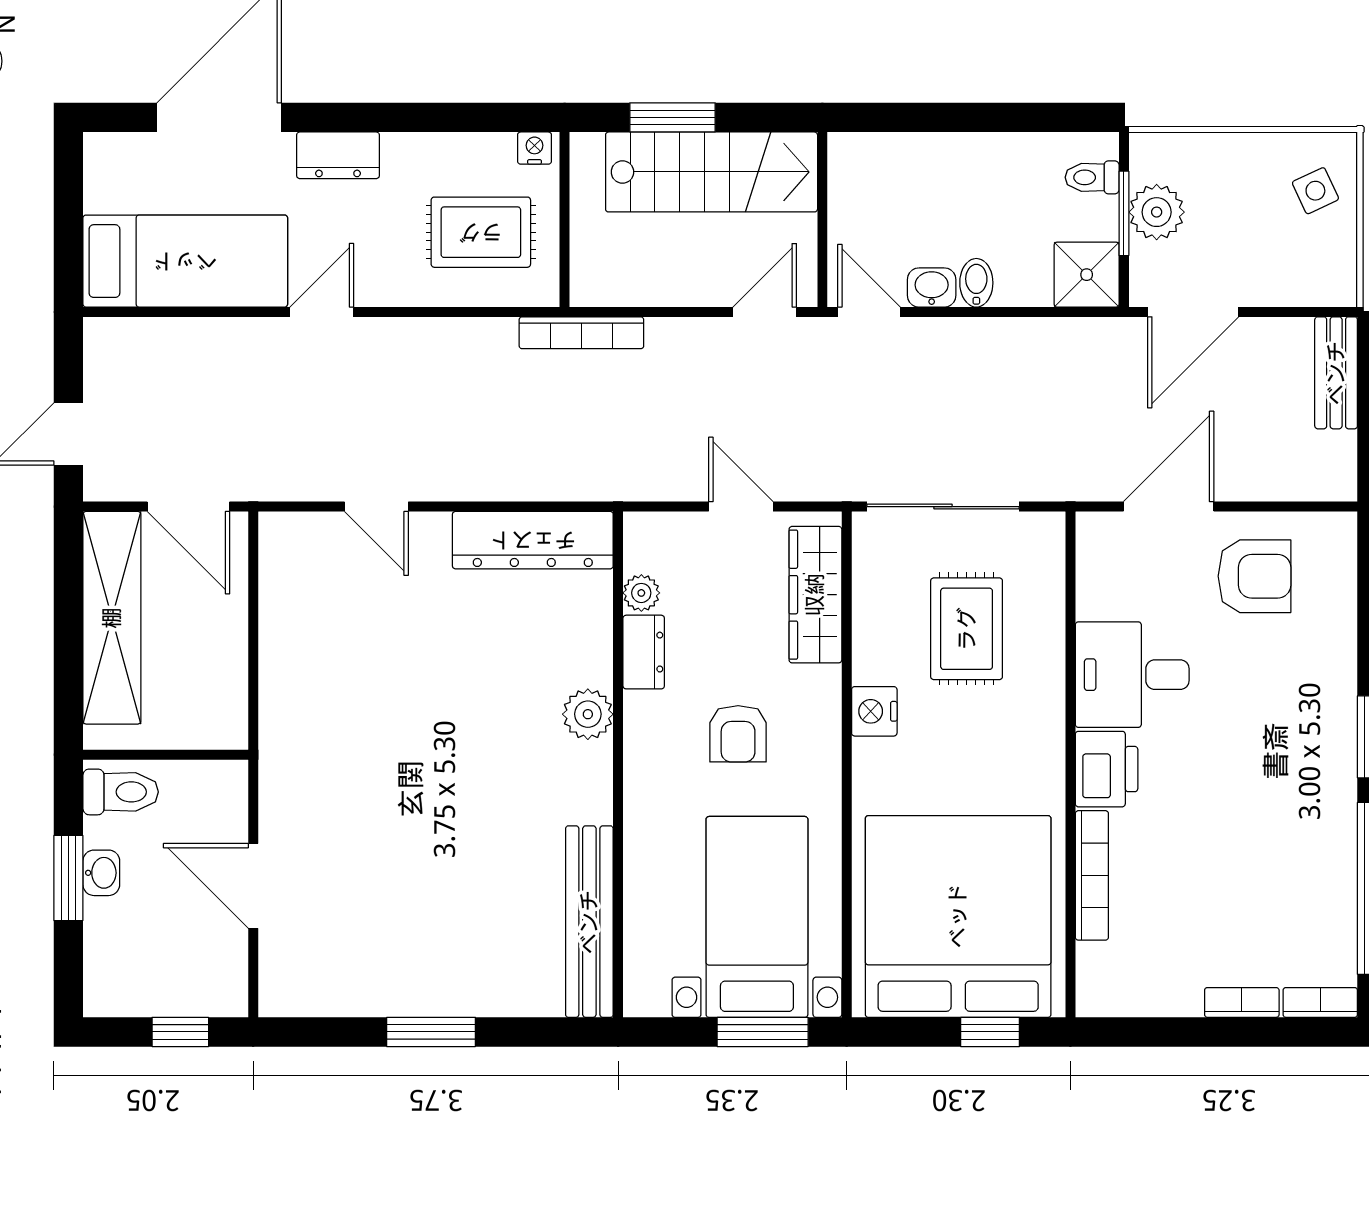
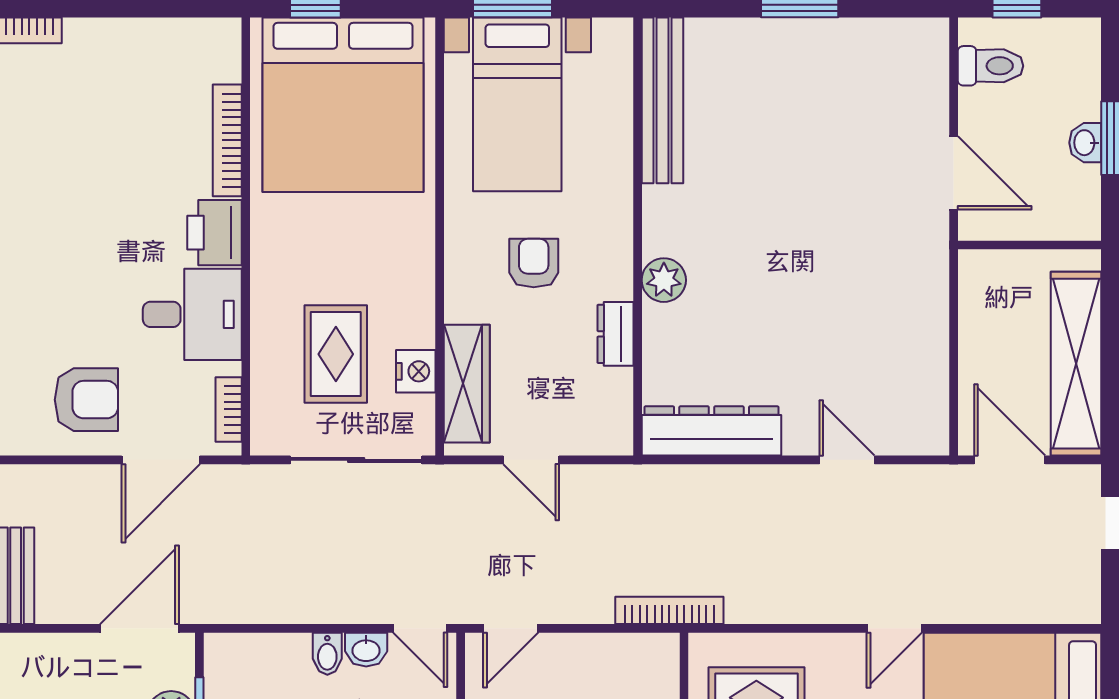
shower: (1087, 275) -> (232, 661), removed
armchair: (1254, 576) -> (86, 400), turned 180
plant: (641, 593) -> (618, 385), removed
nightstand: (874, 711) -> (416, 371), moved
toilet: (121, 792) -> (991, 66), moved, turned 180
door: (253, 886) -> (954, 173), moved
bookcase: (1242, 1002) -> (229, 409), moved, turned 90

